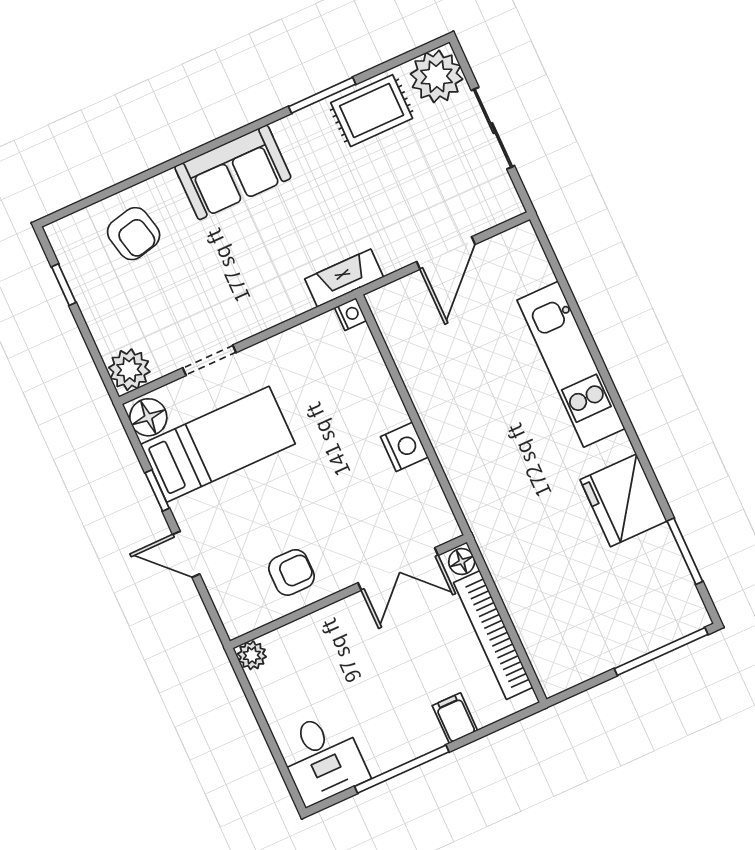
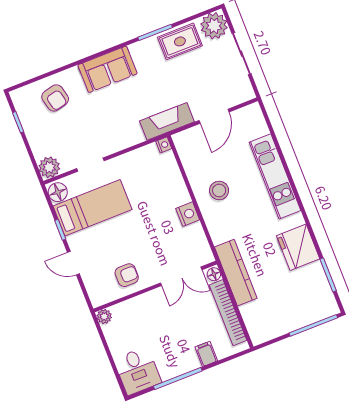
fireplace: (344, 278) -> (167, 121), width x1.37, depth x1.32
stool: (463, 398) -> (219, 190), added
kitchen counter: (504, 556) -> (236, 273), added

